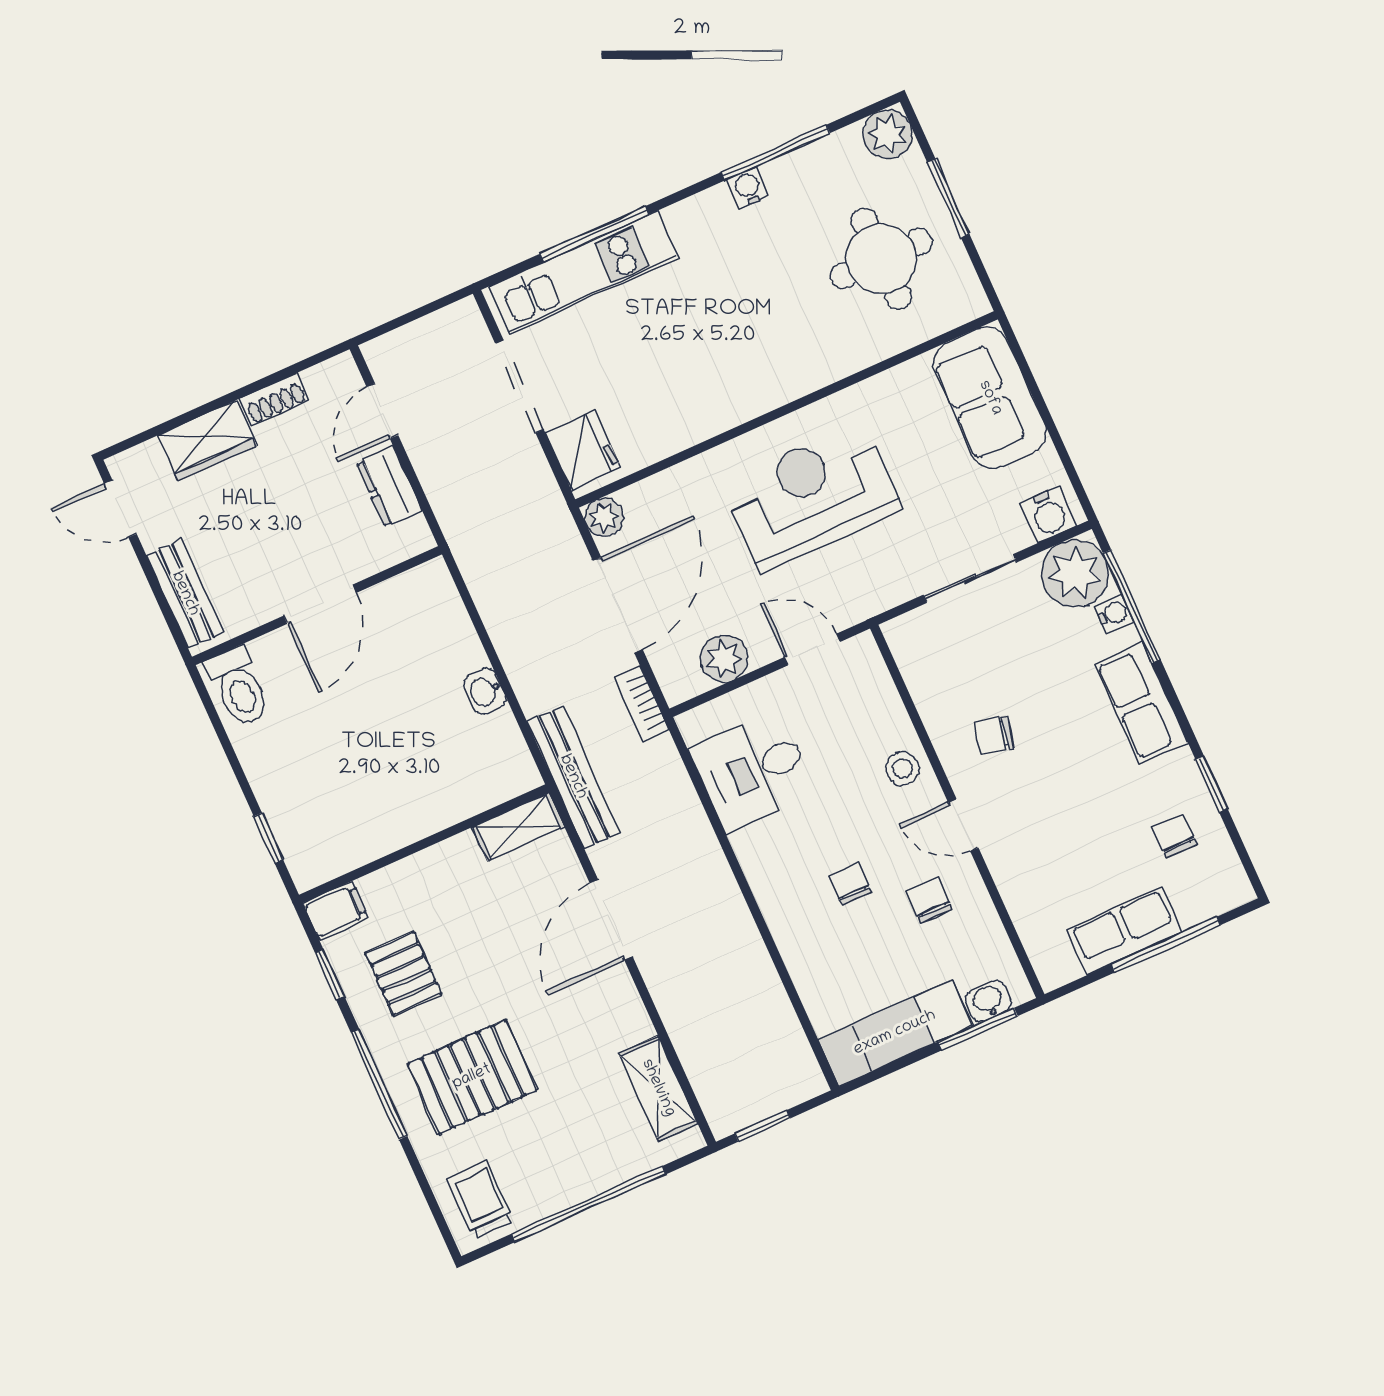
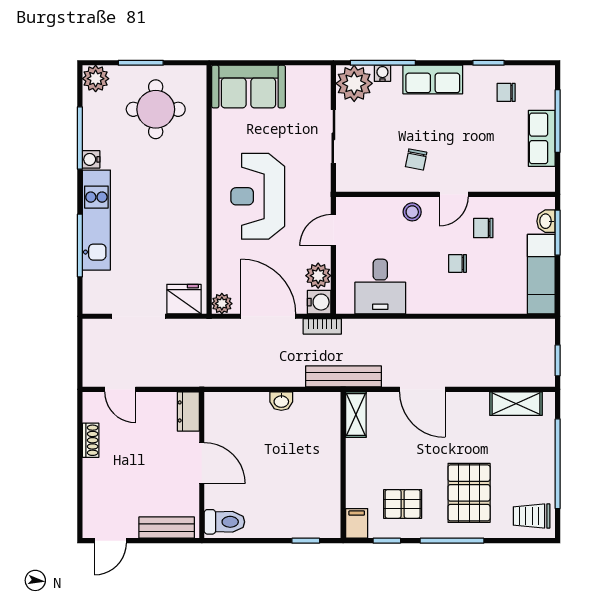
kitchen unit: (583, 273) -> (96, 220), moved
wardrobe: (207, 440) -> (96, 483), removed
dresser: (389, 487) -> (188, 411), moved, turned 90
water cooler: (1049, 515) -> (319, 302), moved

